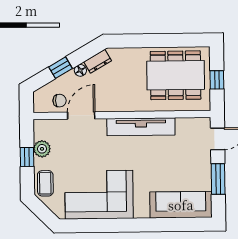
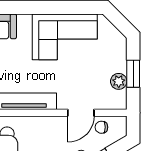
window: (27, 157) -> (133, 74), width x1.50
coffee table: (45, 183) -> (116, 48), removed

